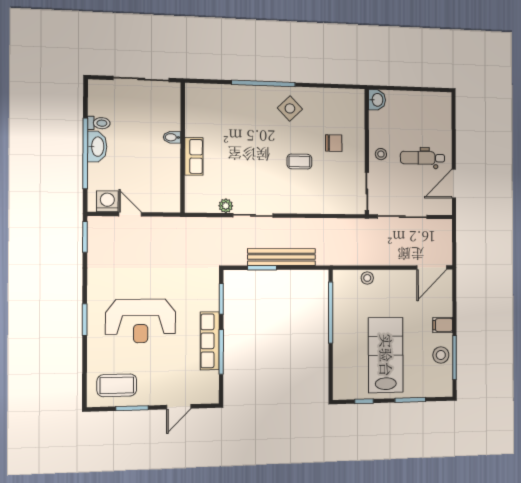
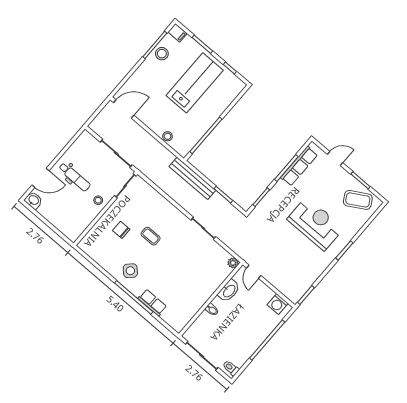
washbasin: (377, 100) -> (33, 200), moved, turned 90
toilet: (99, 123) -> (231, 368), moved
washbasin: (97, 147) -> (229, 291), moved, turned 180
row of seats: (194, 156) -> (152, 303), moved, turned 90
door: (454, 184) -> (40, 178), moved
plant: (226, 206) -> (233, 263), moved
door: (130, 214) -> (254, 272), moved
bench: (282, 257) -> (192, 178), moved
filing cabinet: (443, 325) -> (178, 33), moved
row of seats: (210, 341) -> (299, 166), moved
lab bench: (386, 355) -> (195, 83), turned 180
coffee table: (117, 385) -> (358, 200), turned -30

